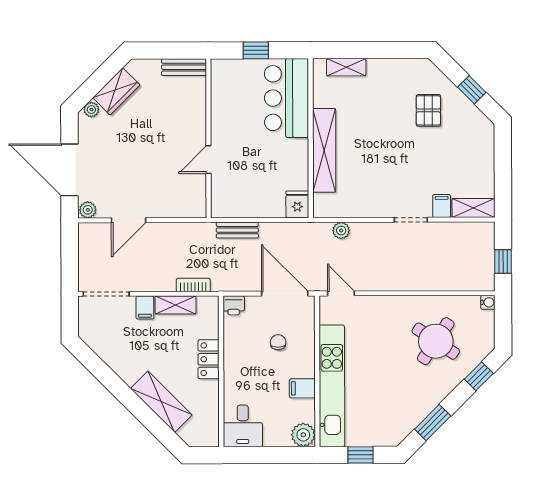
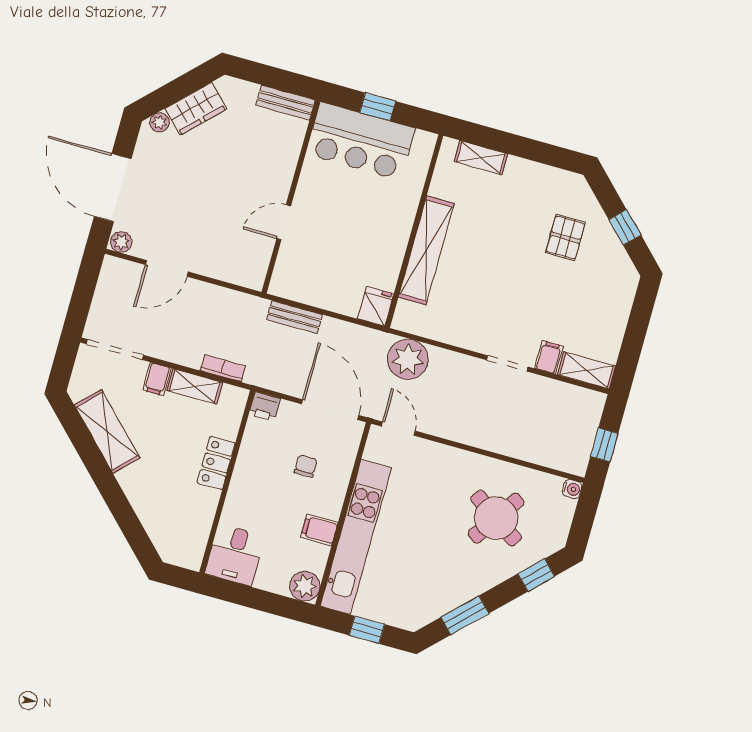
bar counter: (287, 98) -> (360, 141), moved, turned -90
plant: (341, 231) -> (408, 359), width x1.87, depth x1.87
shelving: (161, 402) -> (107, 431), moved

